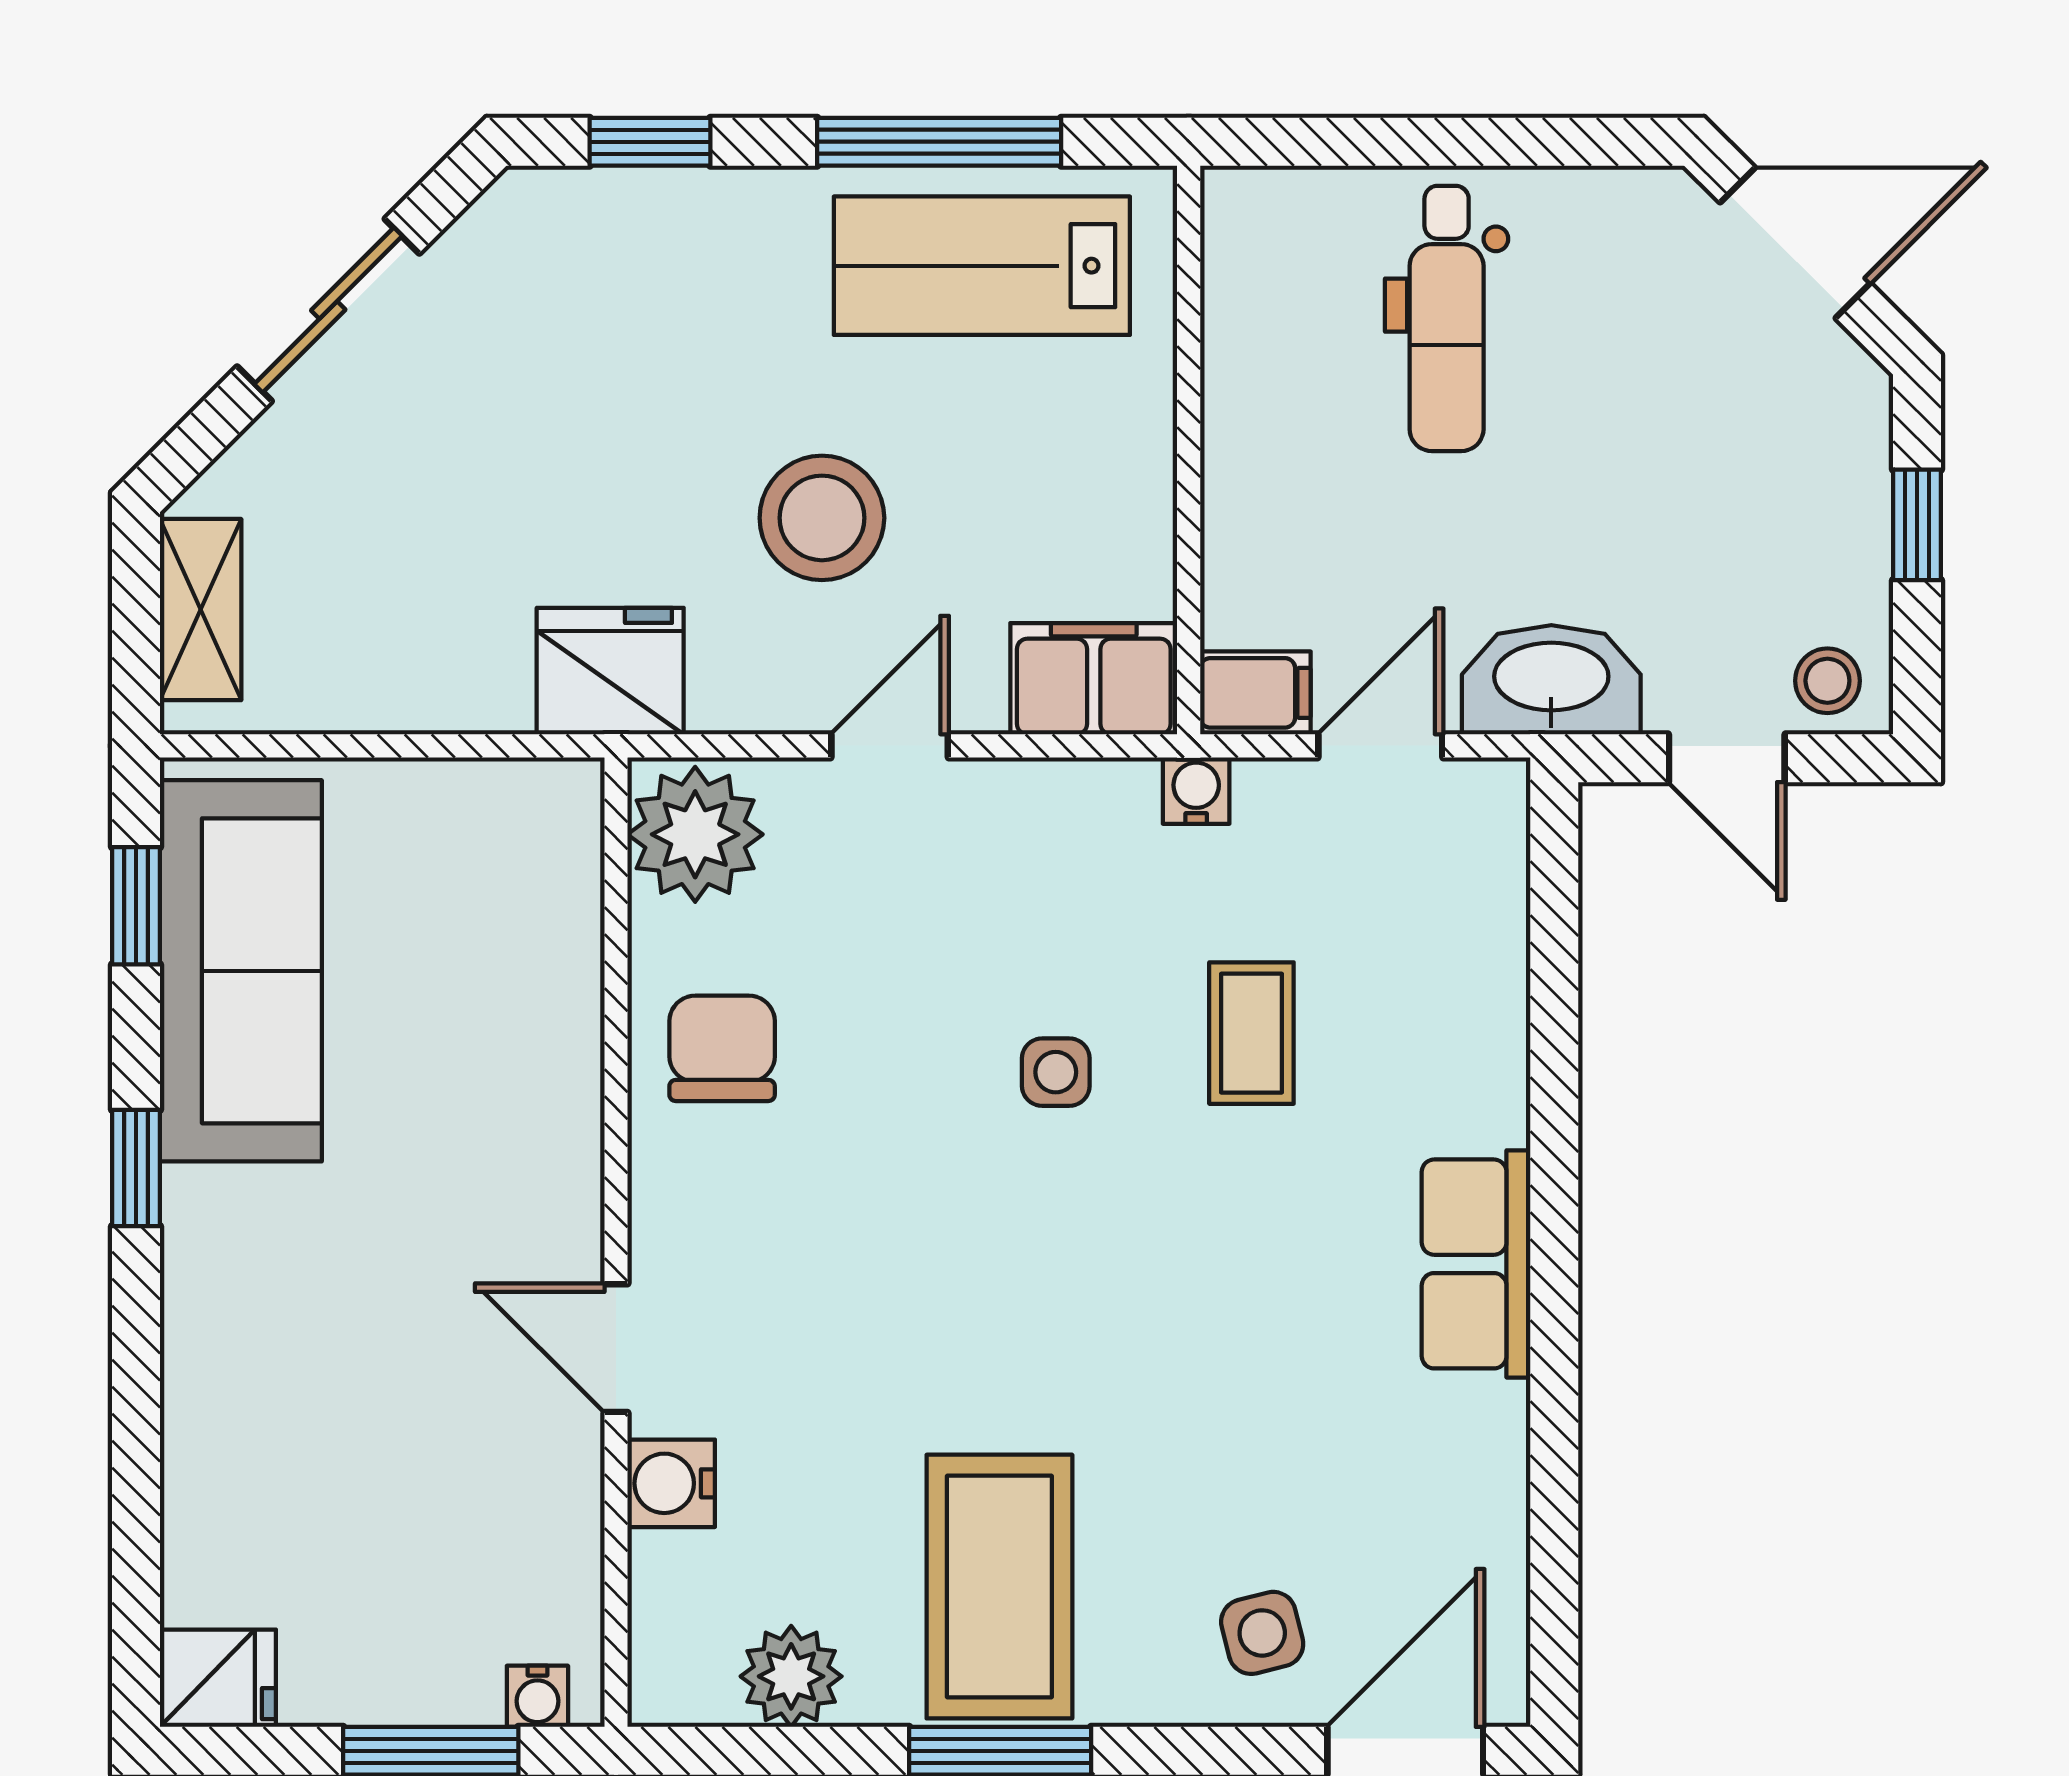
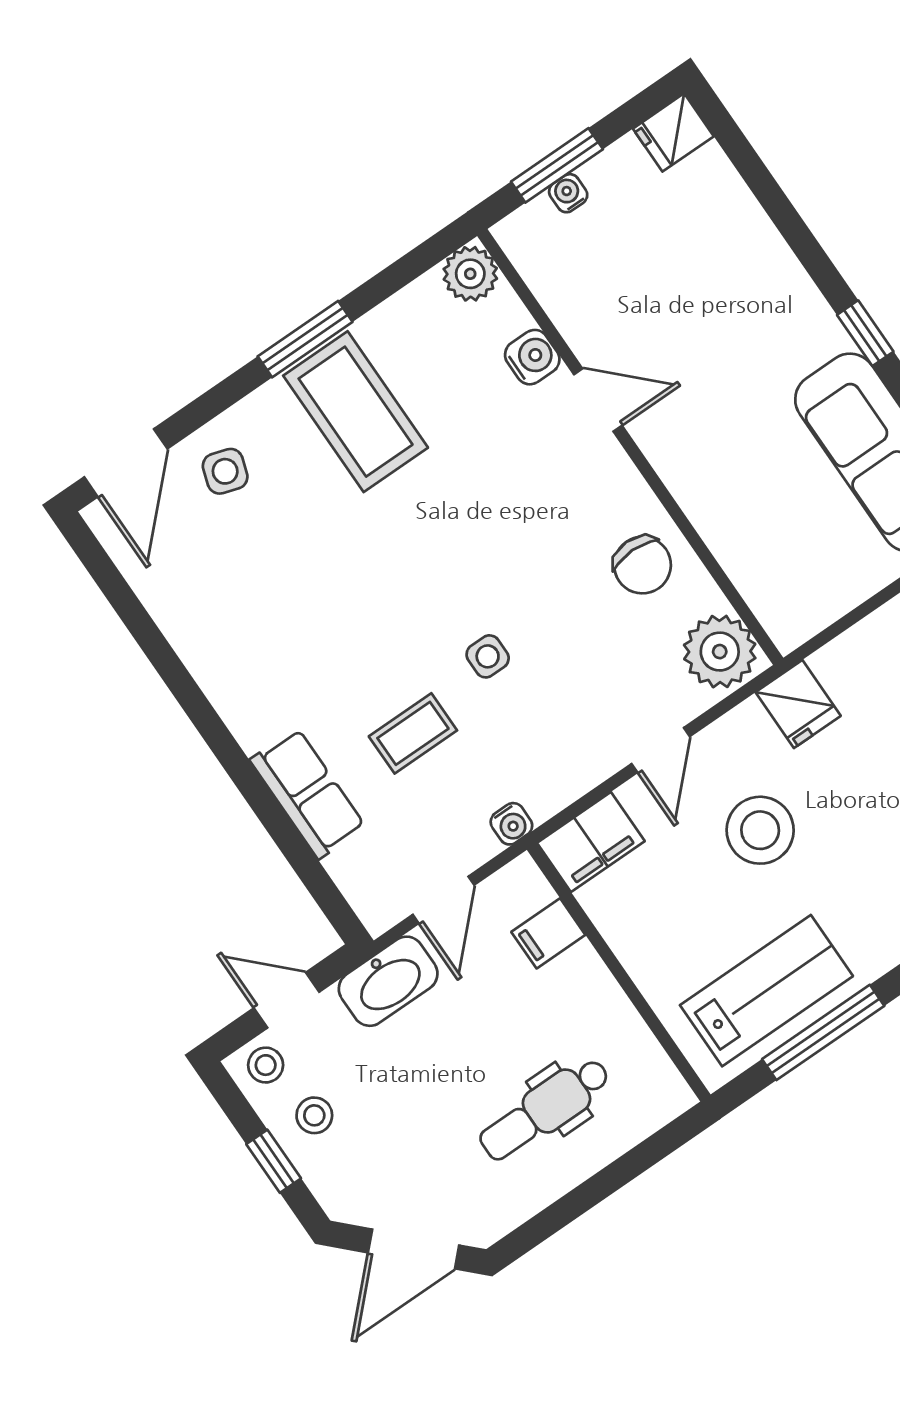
dental chair: (1447, 318) -> (545, 1109), turned -90
stool: (1806, 552) -> (314, 1115), added
fridge: (610, 671) -> (798, 704), width x0.72
filing cabinet: (1255, 693) -> (548, 933), moved
coffee table: (1251, 1033) -> (413, 733), turned 90
row of seats: (1476, 1264) -> (308, 793), moved
side table: (1262, 1633) -> (225, 471), turned 32
plant: (791, 1676) -> (470, 274), moved
water cooler: (537, 1696) -> (568, 193), moved

